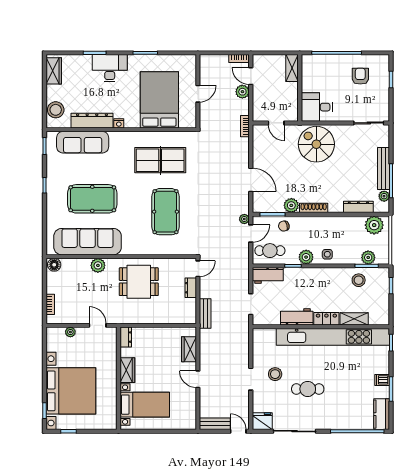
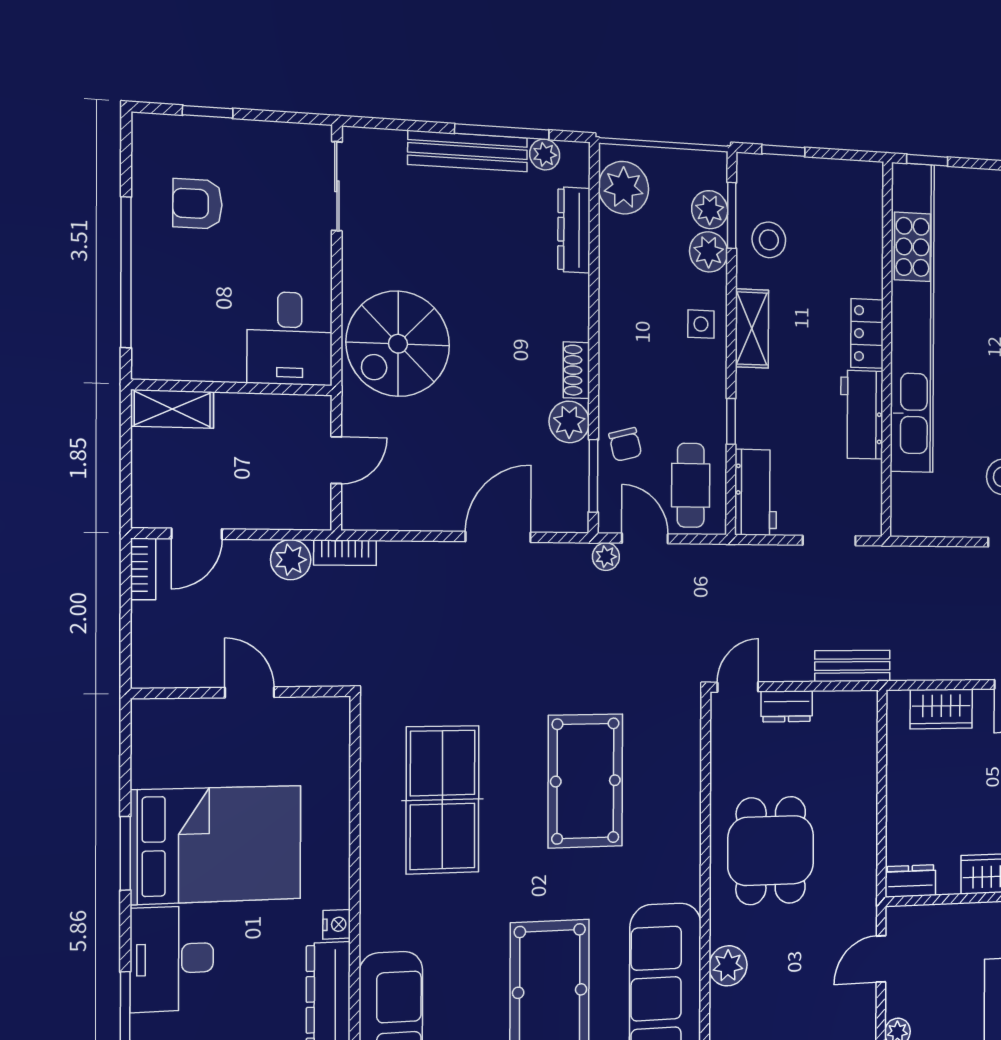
plant: (242, 92) -> (291, 560), moved
bed: (159, 100) -> (216, 845), moved, turned 180
shoe rack: (314, 208) -> (576, 370), width x0.70
pool table: (166, 212) -> (585, 781), turned 90
plant: (306, 257) -> (709, 252), moved
door: (198, 269) -> (738, 687), hinge flipped
shelving: (354, 319) -> (752, 328), moved

